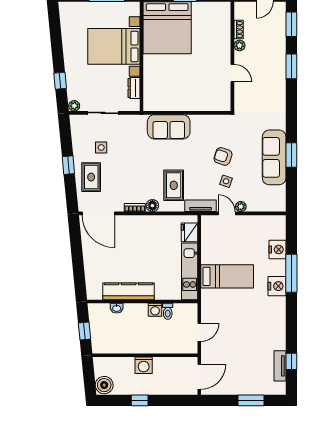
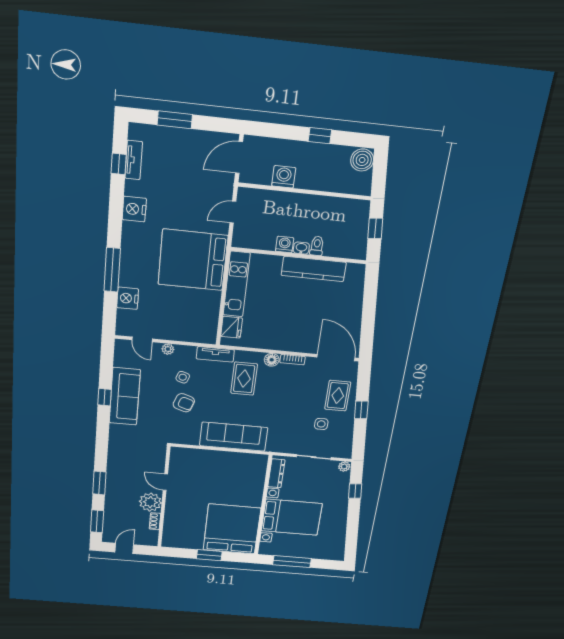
plant: (239, 45) -> (150, 502), width x1.87, depth x1.87
dresser: (134, 88) -> (276, 473), width x1.44
sofa: (169, 127) -> (234, 437), width x1.36
window: (291, 155) -> (105, 397), width x0.67
door: (227, 213) -> (142, 339), moved
bed: (227, 276) -> (193, 260), width x2.04
nightstand: (277, 286) -> (134, 209), moved
washbasin: (117, 308) -> (301, 248), moved
toilet: (168, 311) -> (317, 246), moved
washing machine: (144, 365) -> (284, 177), moved

